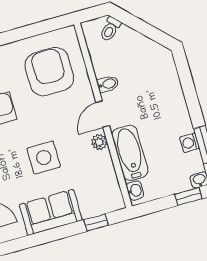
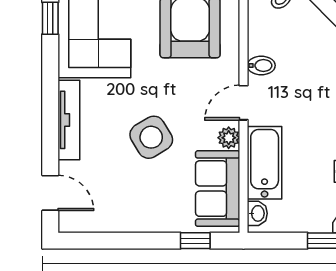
side table: (44, 157) -> (151, 137), turned -31
sofa: (51, 212) -> (218, 189), moved, turned -90

